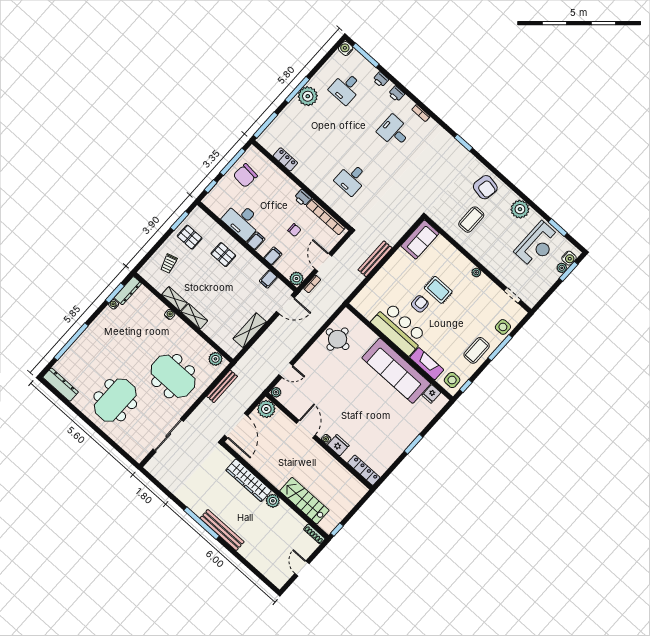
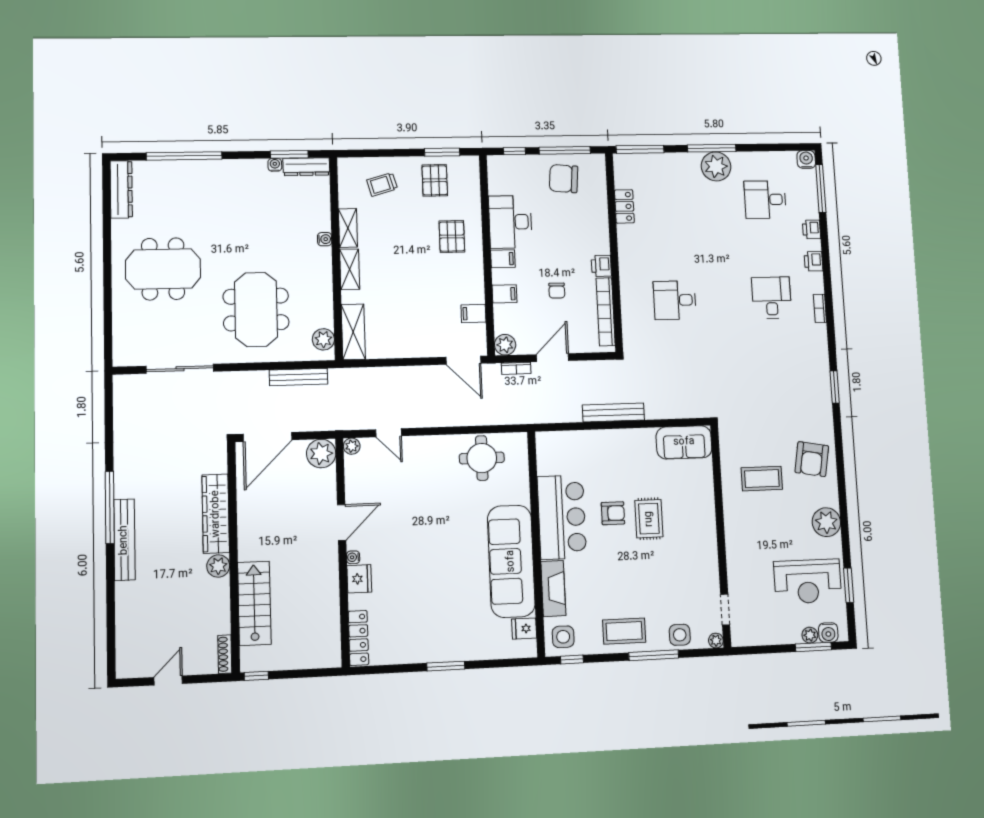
plant: (476, 272) -> (716, 641), moved
shelving: (250, 330) -> (353, 332), moved, turned 90

